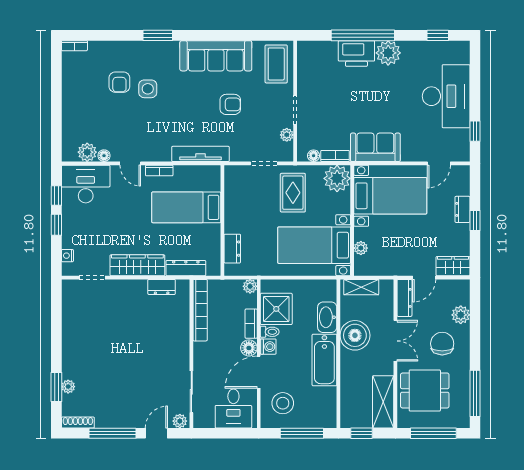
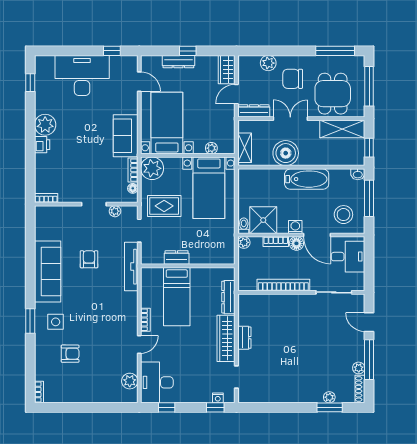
window: (363, 35) -> (30, 146), removed
printer: (356, 53) -> (42, 145), width x0.53, depth x0.68
bookcase: (302, 54) -> (46, 198), added
coffee table: (276, 64) -> (55, 220), removed
side table: (148, 89) -> (56, 322), moved
tv unit: (200, 154) -> (131, 267), moved
floor lamp: (104, 156) -> (133, 367), removed
dresser: (462, 209) -> (178, 62), width x1.44
window: (56, 225) -> (215, 407), moved
dresser: (232, 249) -> (177, 258), moved
door: (424, 278) -> (236, 94), swing flipped
dresser: (162, 287) -> (244, 338), moved
bookcase: (200, 310) -> (283, 285), moved
washbasin: (327, 317) -> (358, 174), moved, width x0.52, depth x0.69
toilet: (270, 332) -> (244, 226), moved
plant: (180, 421) -> (359, 368), moved

